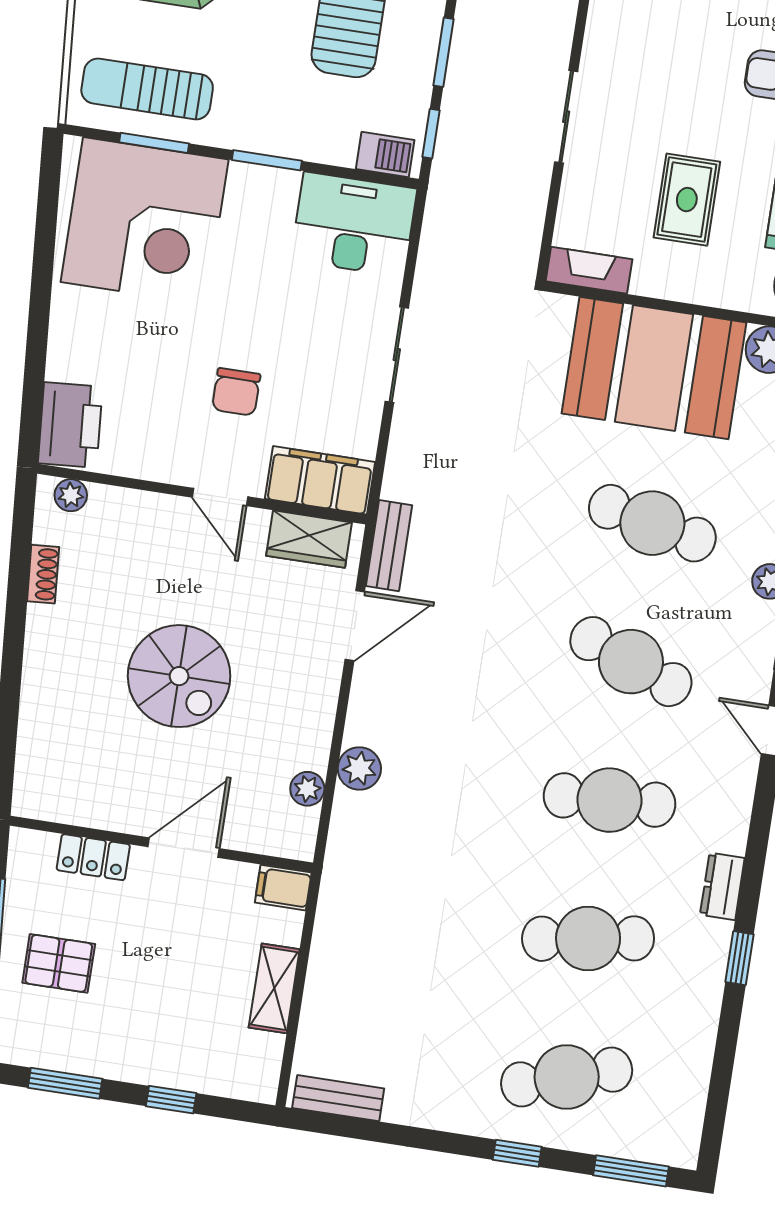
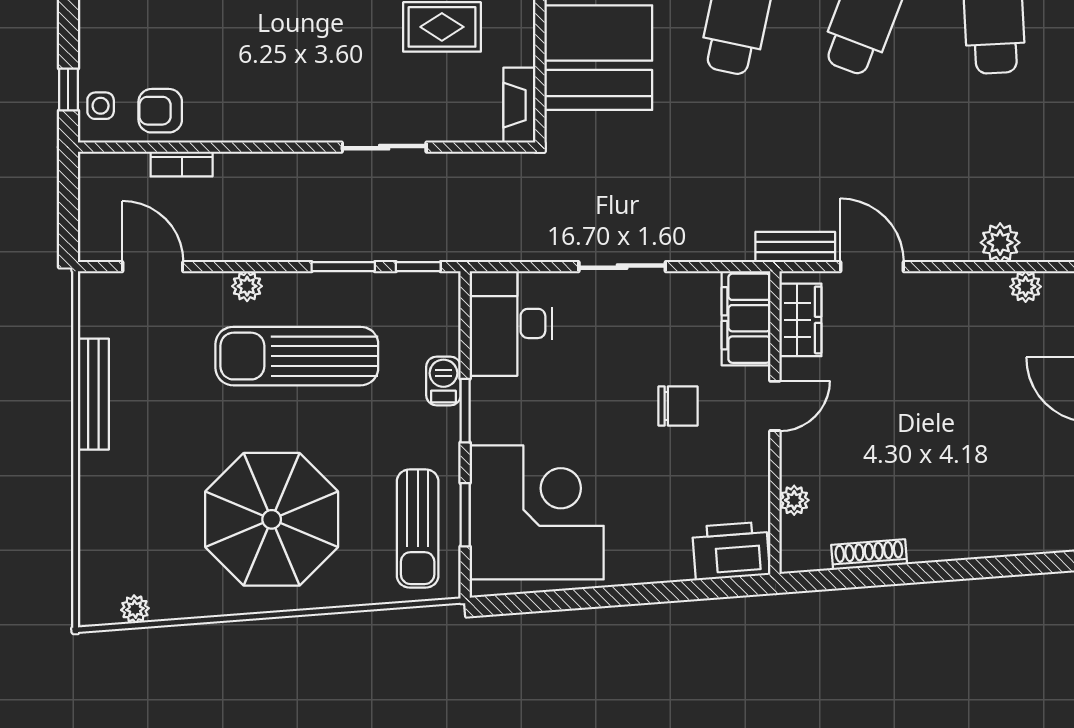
barbecue: (385, 154) -> (443, 381), moved
plant: (71, 495) -> (794, 500), moved
shoe rack: (43, 574) -> (869, 555), width x1.43
spiral stairs: (179, 676) -> (942, 418), removed

